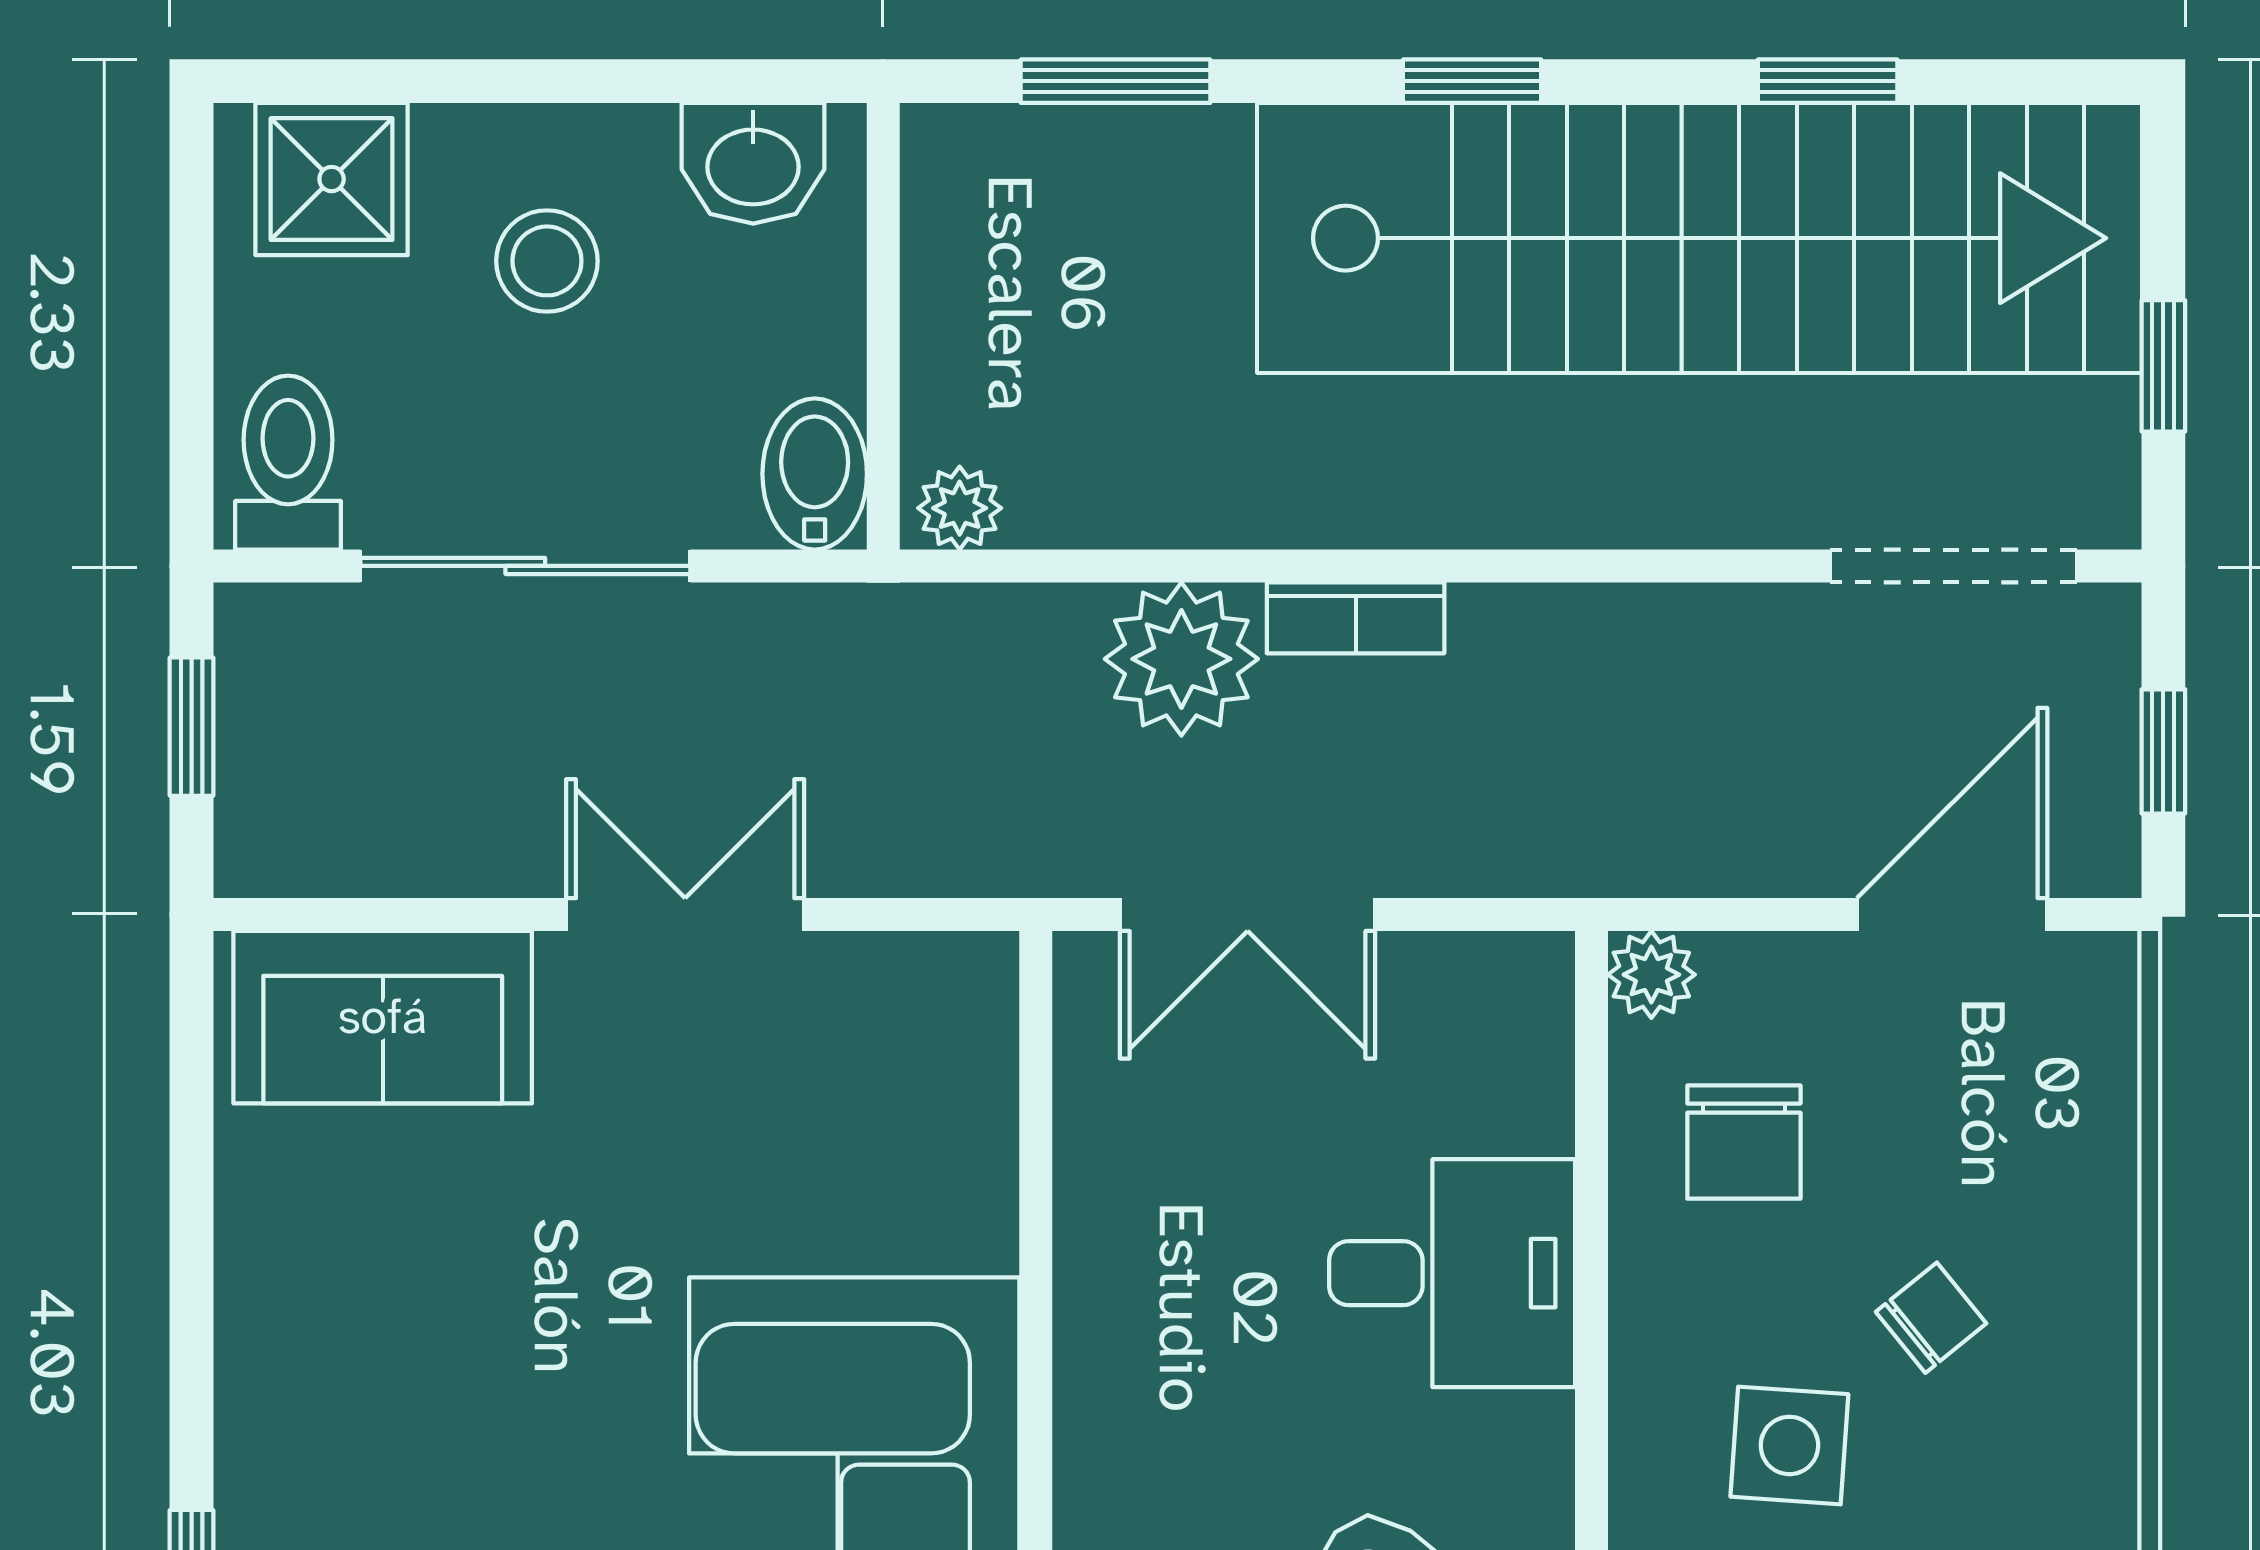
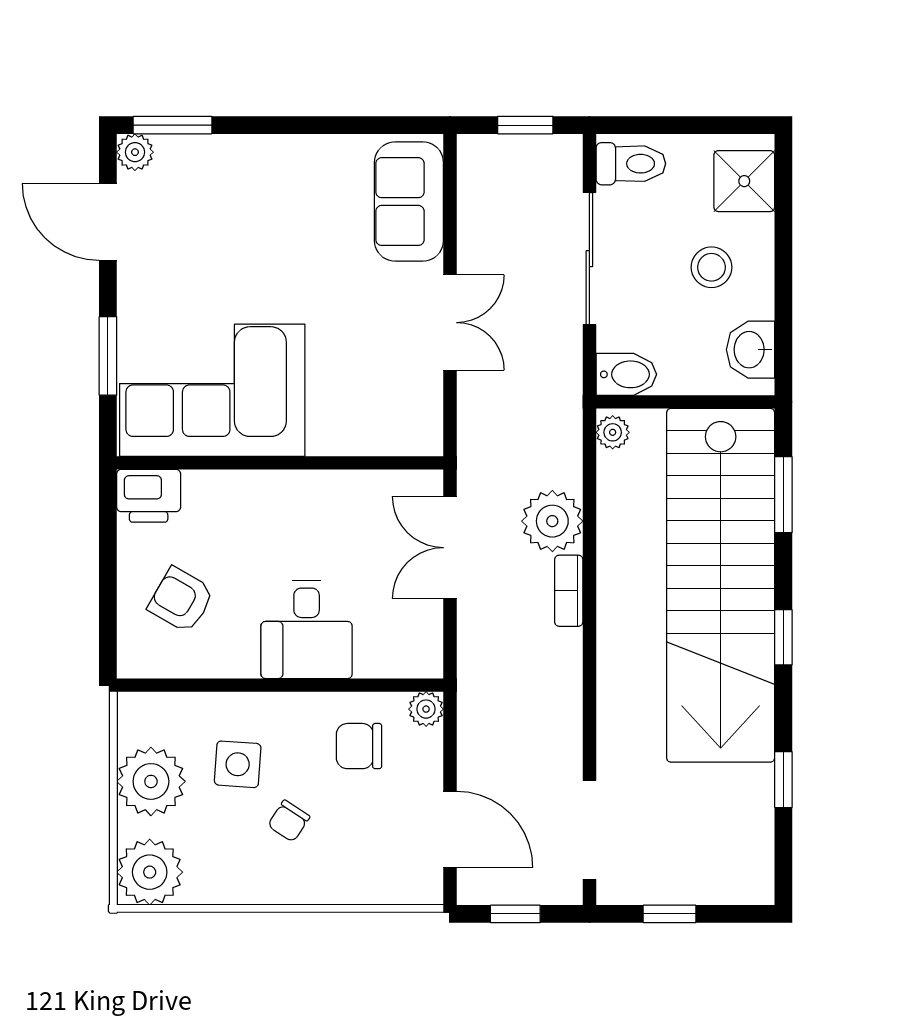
stairs: (1699, 238) -> (721, 585), moved
chair: (1931, 1318) -> (289, 821), turned 72

